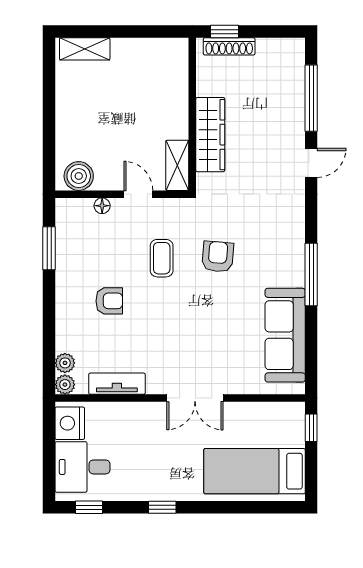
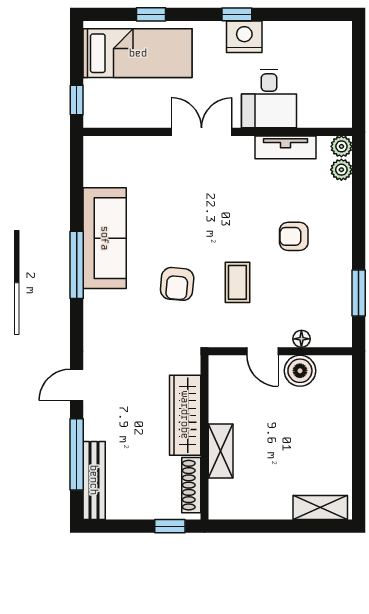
shoe rack: (229, 46) -> (191, 485), moved, turned -90
bench: (295, 74) -> (94, 480), added
shelving: (177, 165) -> (221, 451), moved
boiler: (79, 176) -> (300, 371), moved
sofa: (285, 335) -> (105, 238), moved
nightstand: (70, 423) -> (244, 37), moved, turned -90
desk: (83, 467) -> (269, 98), moved, turned 90
window: (89, 507) -> (151, 14), moved

